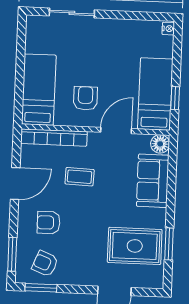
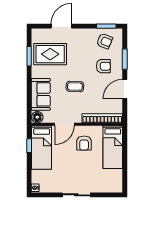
sliding door: (72, 13) -> (76, 195), moved
coffee table: (80, 177) -> (75, 86), moved
window: (12, 254) -> (125, 59), moved

